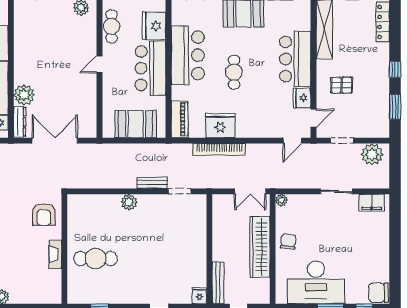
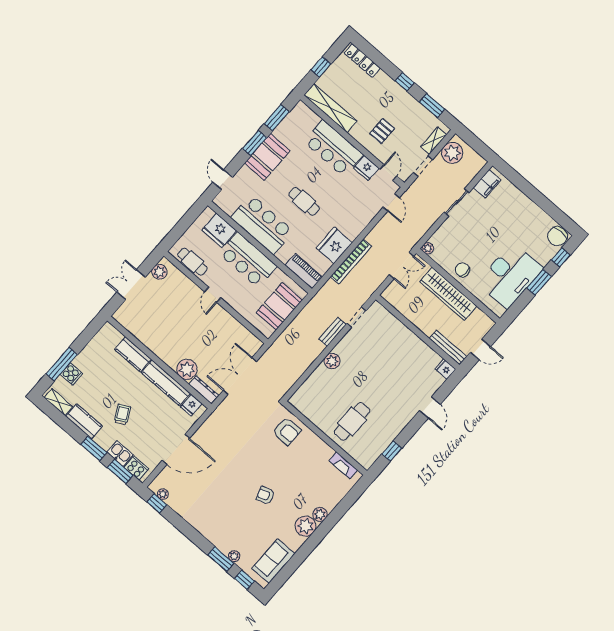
shelving: (369, 132) -> (434, 141), added
fireplace: (55, 254) -> (343, 465), moved

